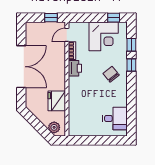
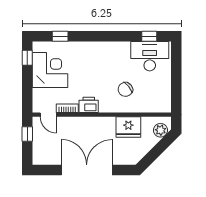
window: (131, 65) -> (149, 36), moved
chair: (111, 74) -> (125, 89), moved
desk: (115, 118) -> (150, 56), width x1.37

